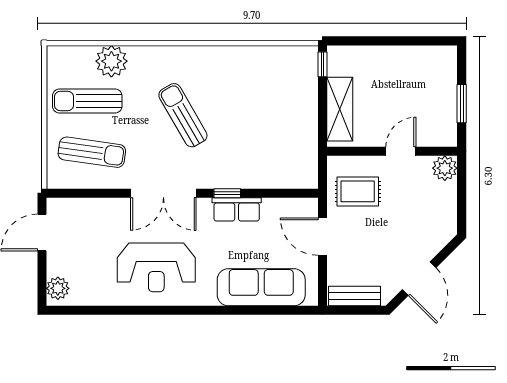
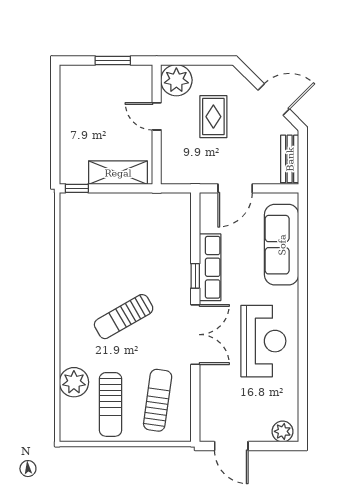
plant: (445, 168) -> (176, 80), width x1.36, depth x1.36
rug: (358, 191) -> (213, 117), moved
row of seats: (237, 209) -> (210, 267), width x1.48

